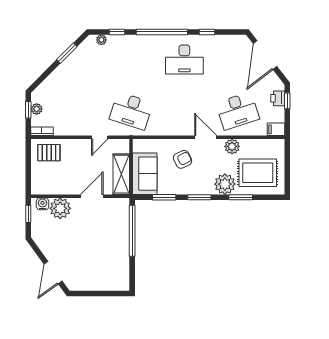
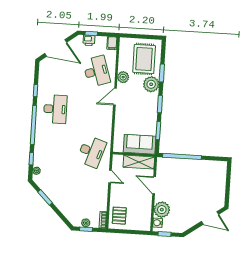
armchair: (182, 159) -> (130, 115), removed

